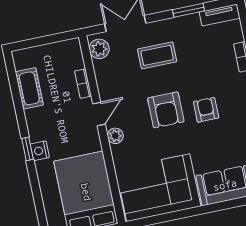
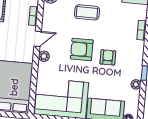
armchair: (166, 110) -> (82, 49), turned 90

